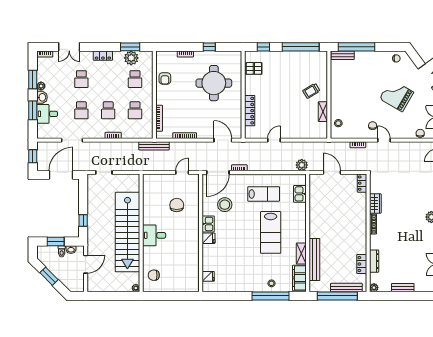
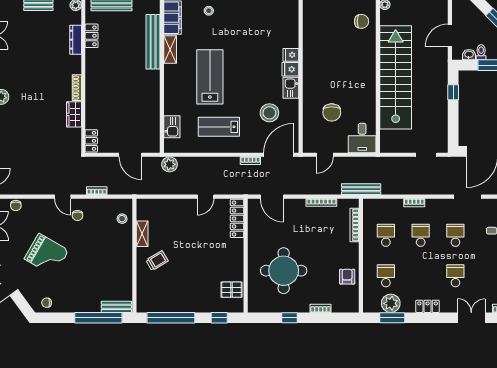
locker: (250, 111) -> (237, 218), moved
desk: (154, 235) -> (362, 138), moved, turned 90
fridge: (208, 276) -> (291, 55), moved

